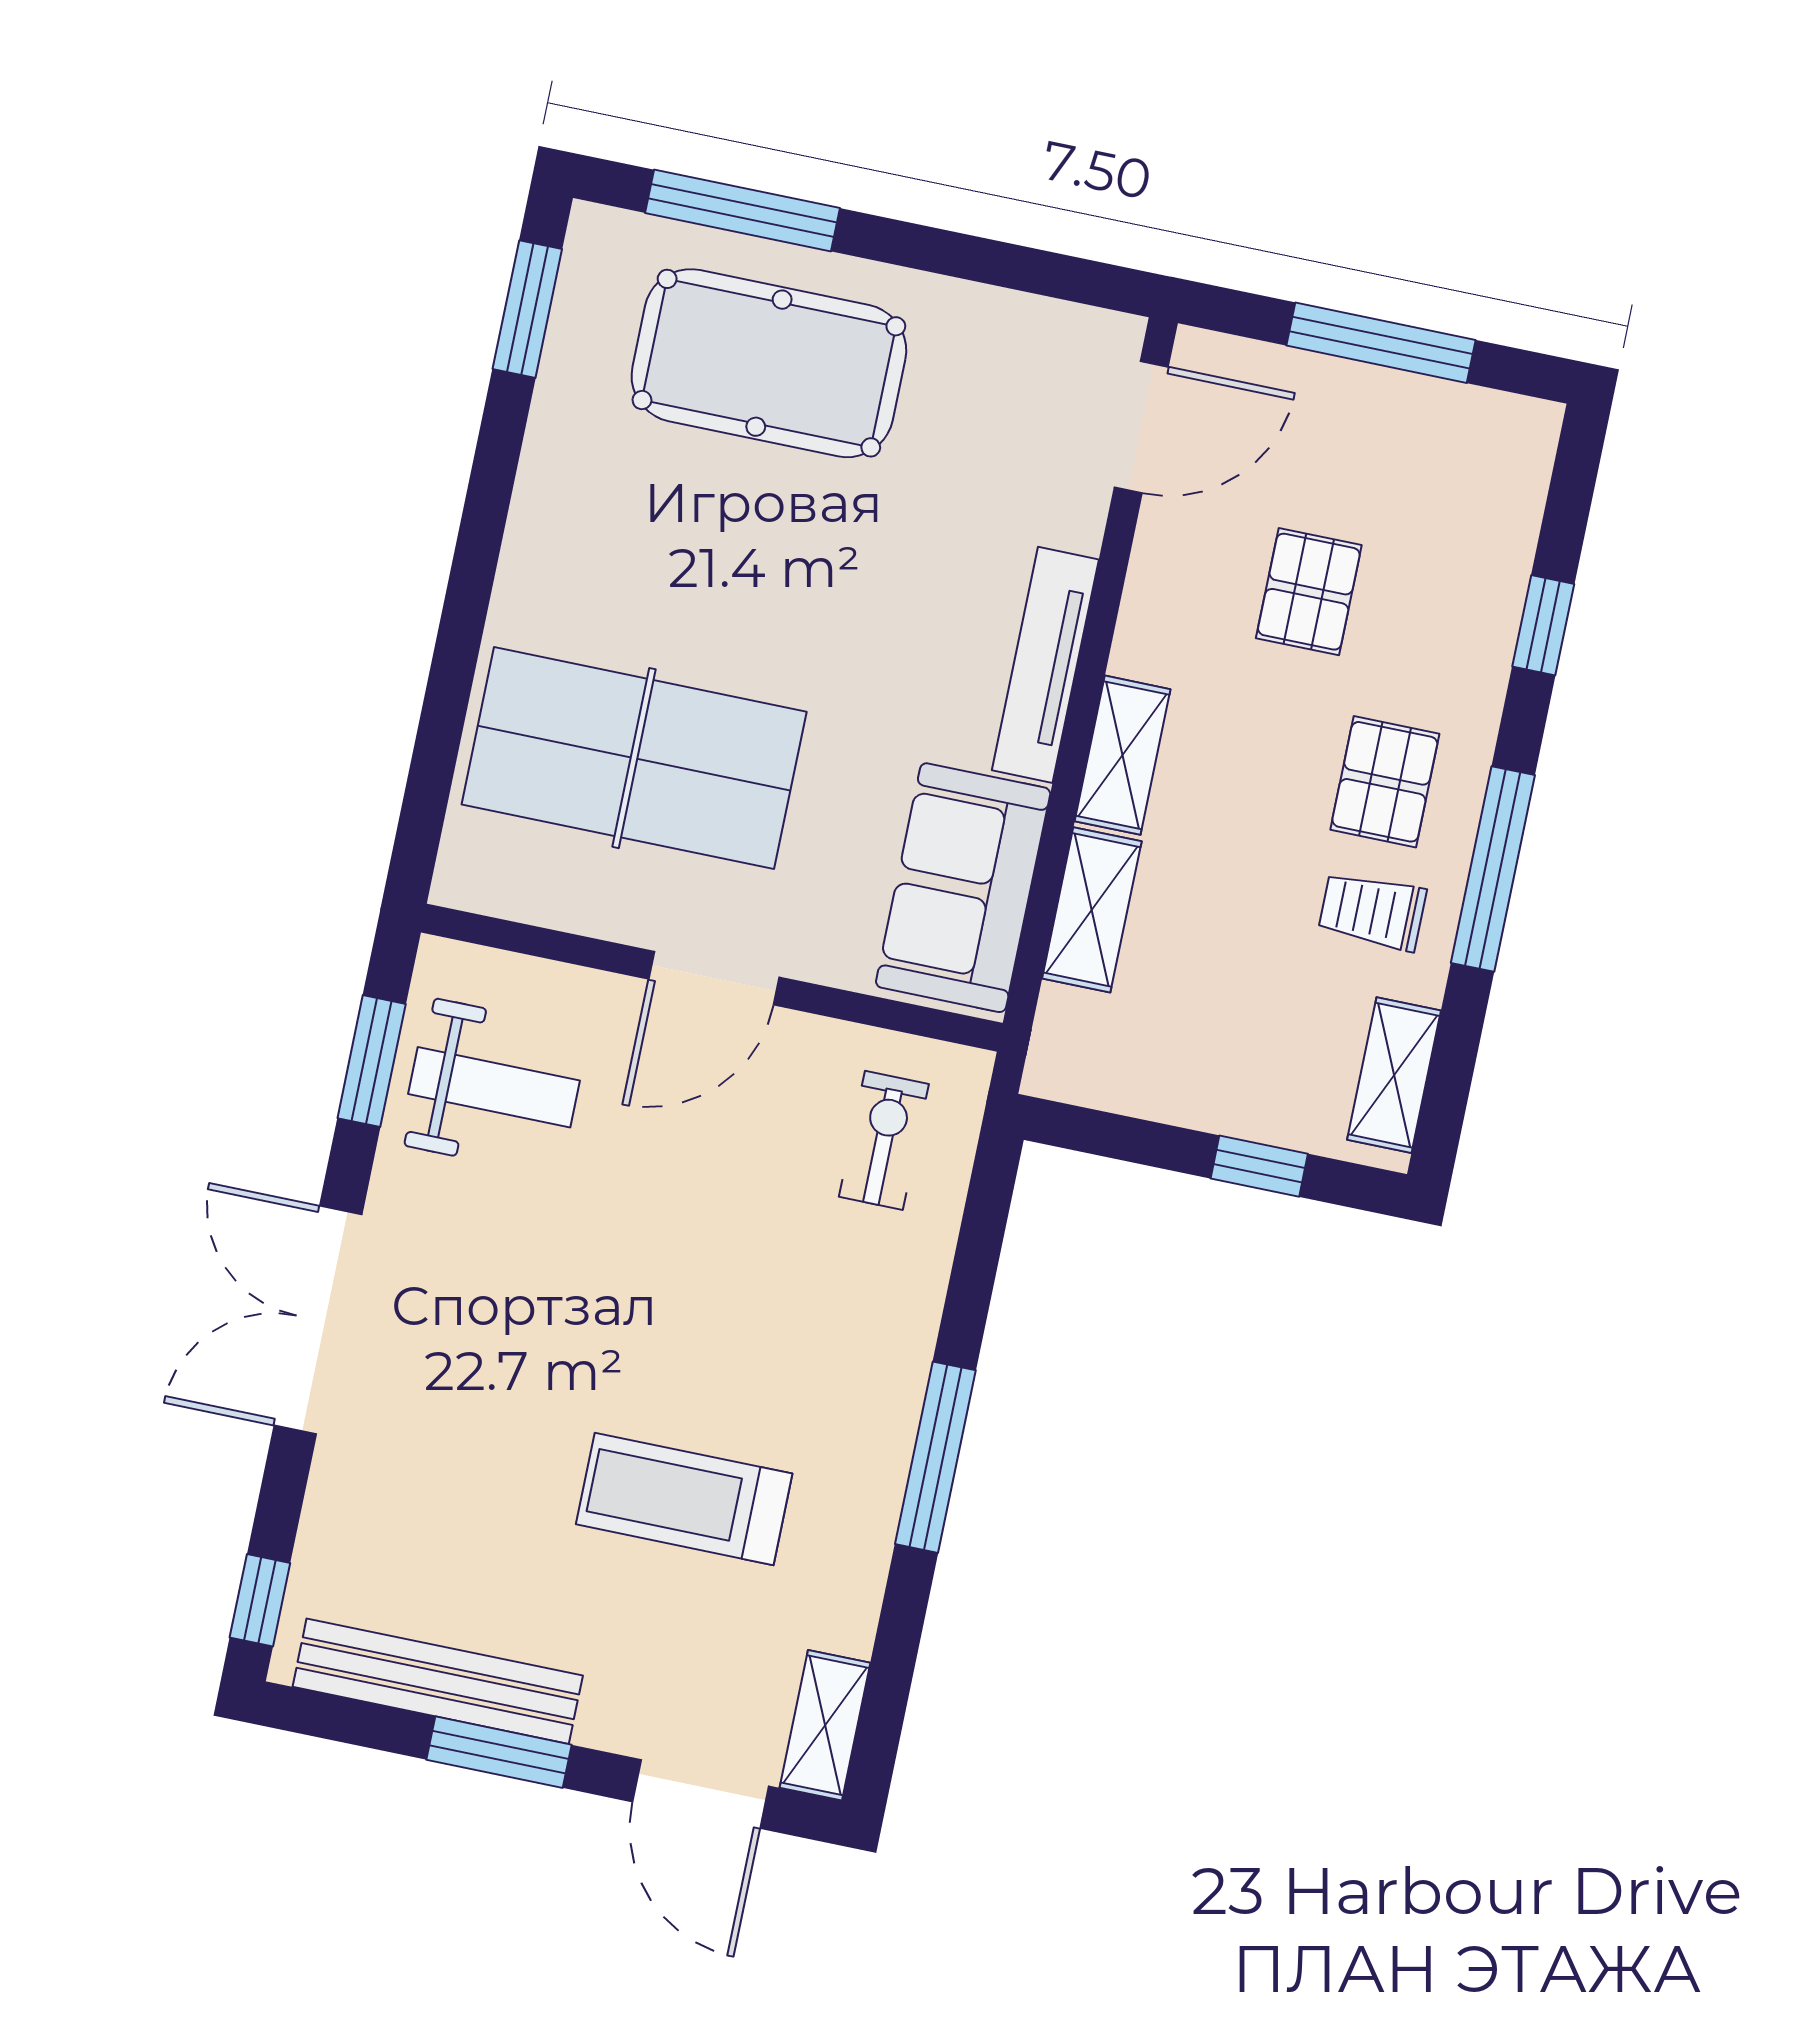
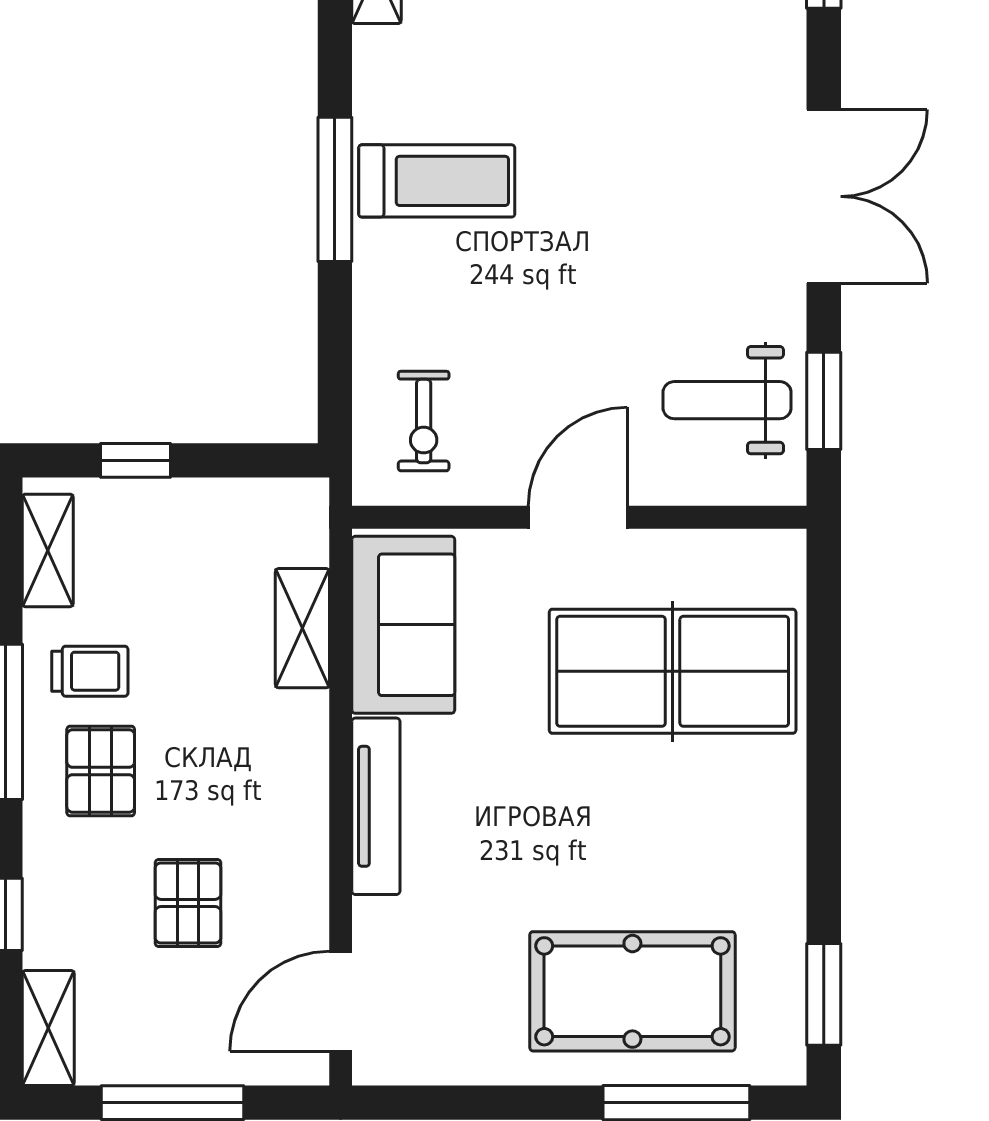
shelving: (1123, 755) -> (48, 1028), moved
treadmill: (684, 1499) -> (437, 181), moved

